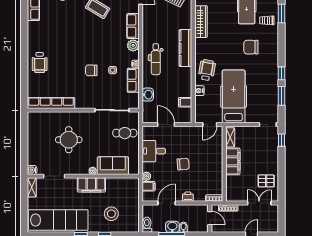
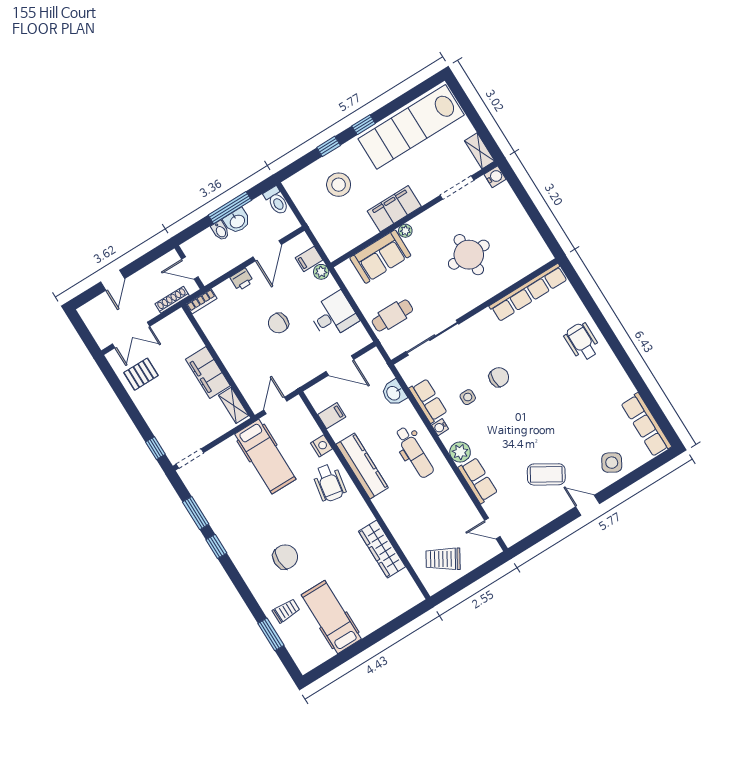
kitchen counter: (185, 48) -> (362, 466), moved
dental chair: (156, 59) -> (414, 452), turned 180
hospital bed: (234, 96) -> (265, 457), width x0.73, depth x0.78

